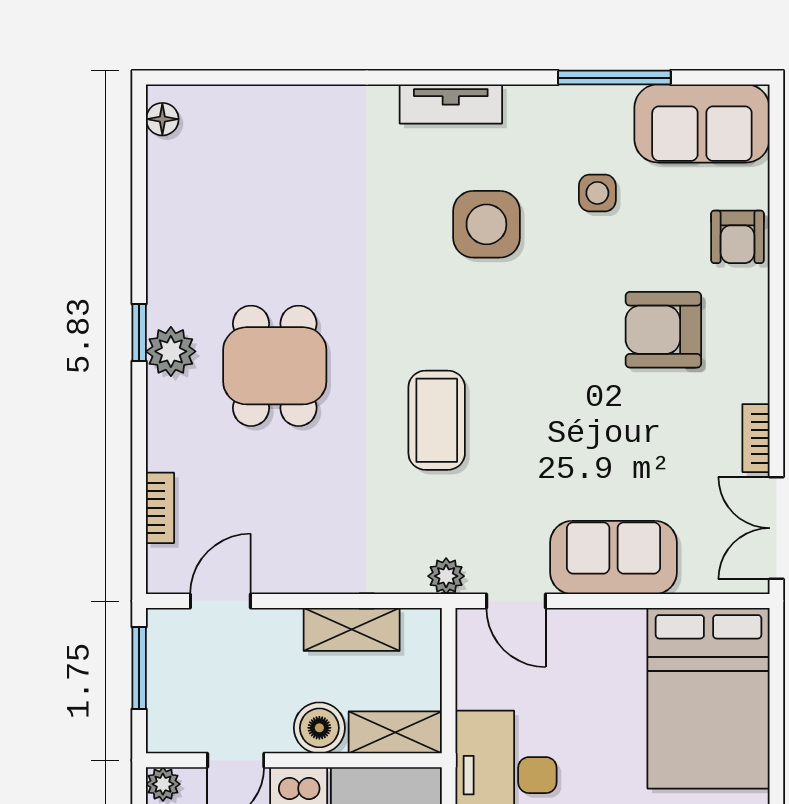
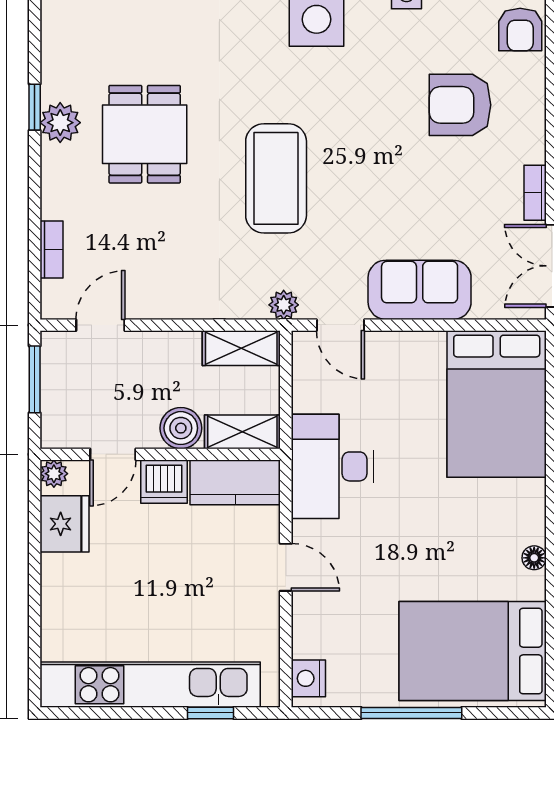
coffee table: (437, 420) -> (276, 178), width x1.36, depth x1.32
shelving: (352, 629) -> (241, 348), moved

